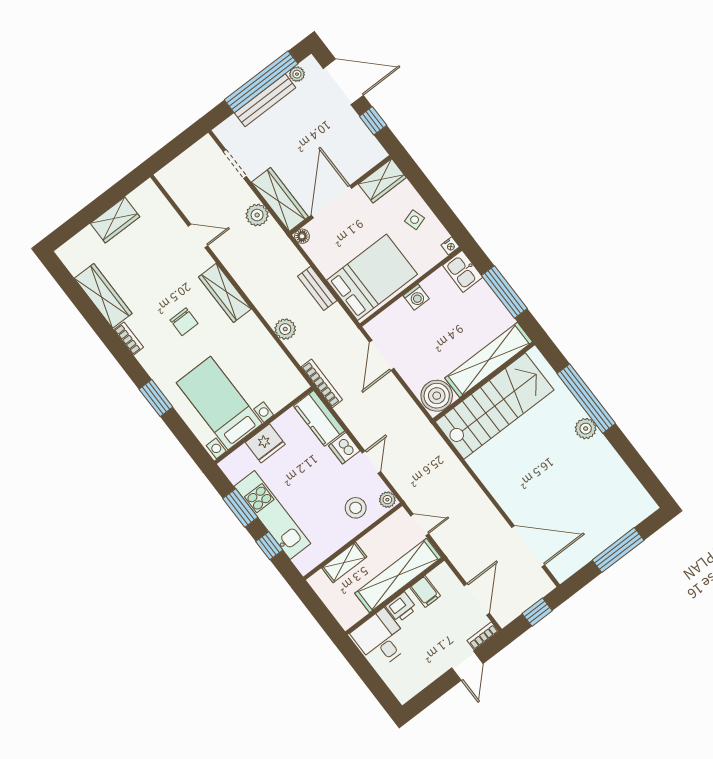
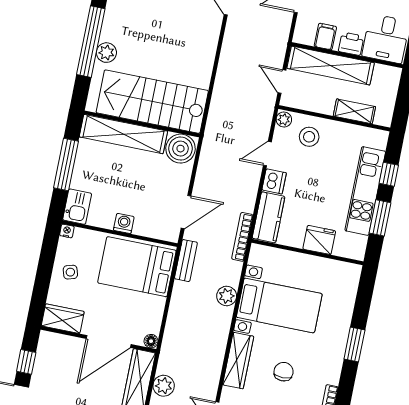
bench: (317, 288) -> (186, 261), moved
bed with nightstands: (219, 403) -> (279, 305), moved, turned -90
plant: (586, 429) -> (106, 53), moved

